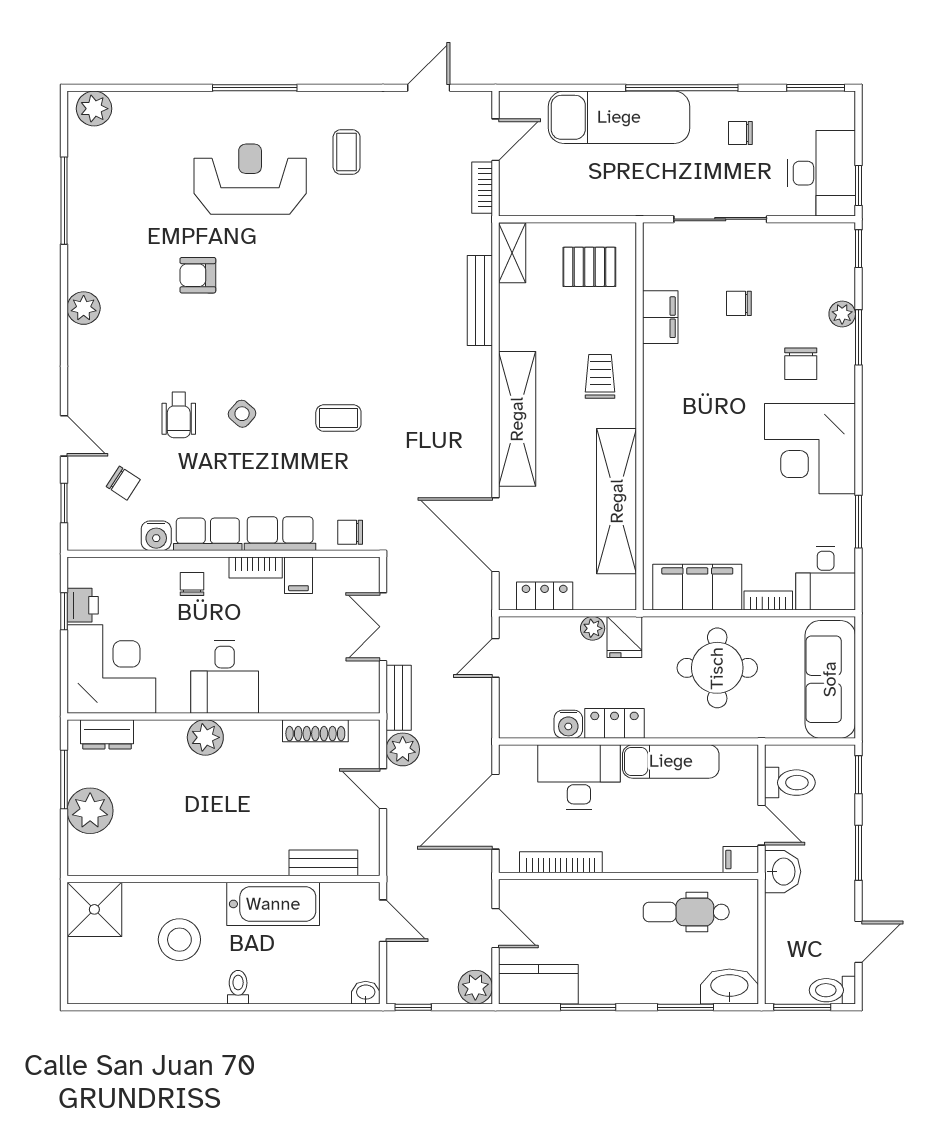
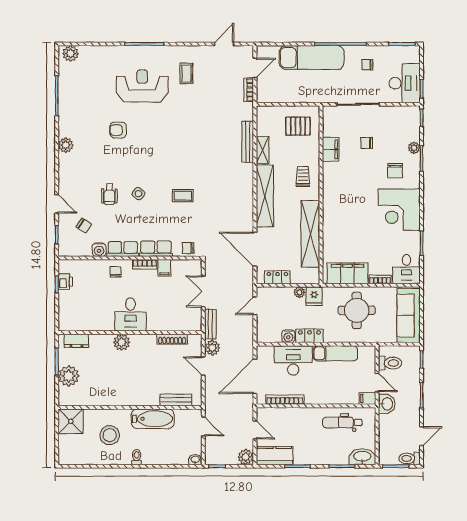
shelving: (512, 253) -> (263, 150), moved
corner desk: (111, 669) -> (78, 311), removed

